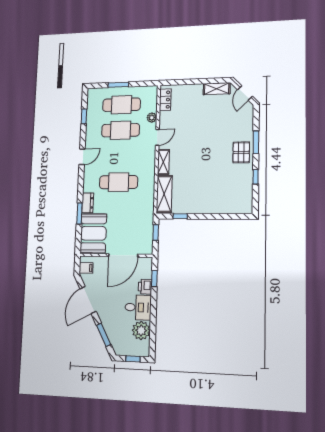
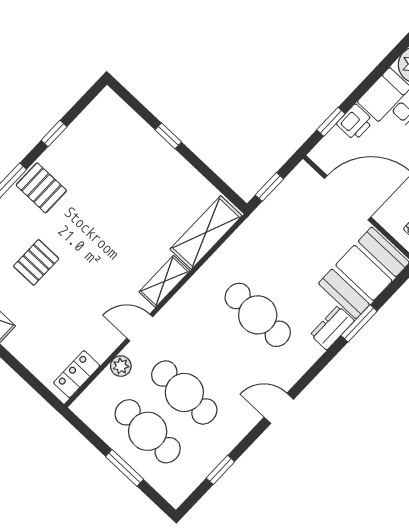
pallet: (217, 124) -> (36, 262), added
pallet: (241, 152) -> (41, 188), turned 90
window: (180, 216) -> (168, 136), moved

